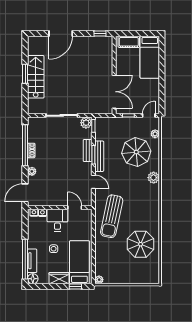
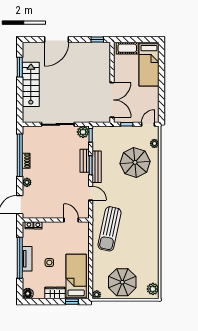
window: (25, 74) -> (20, 67), moved
plant: (154, 178) -> (153, 289), moved
desk: (57, 220) -> (53, 233), removed
parasol: (141, 244) -> (122, 282), moved
window: (25, 259) -> (20, 258), moved
tv unit: (32, 261) -> (27, 259), moved

